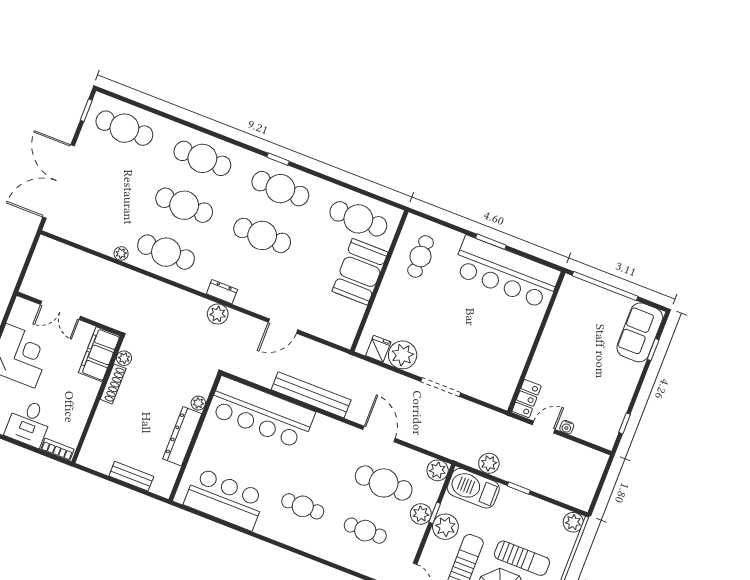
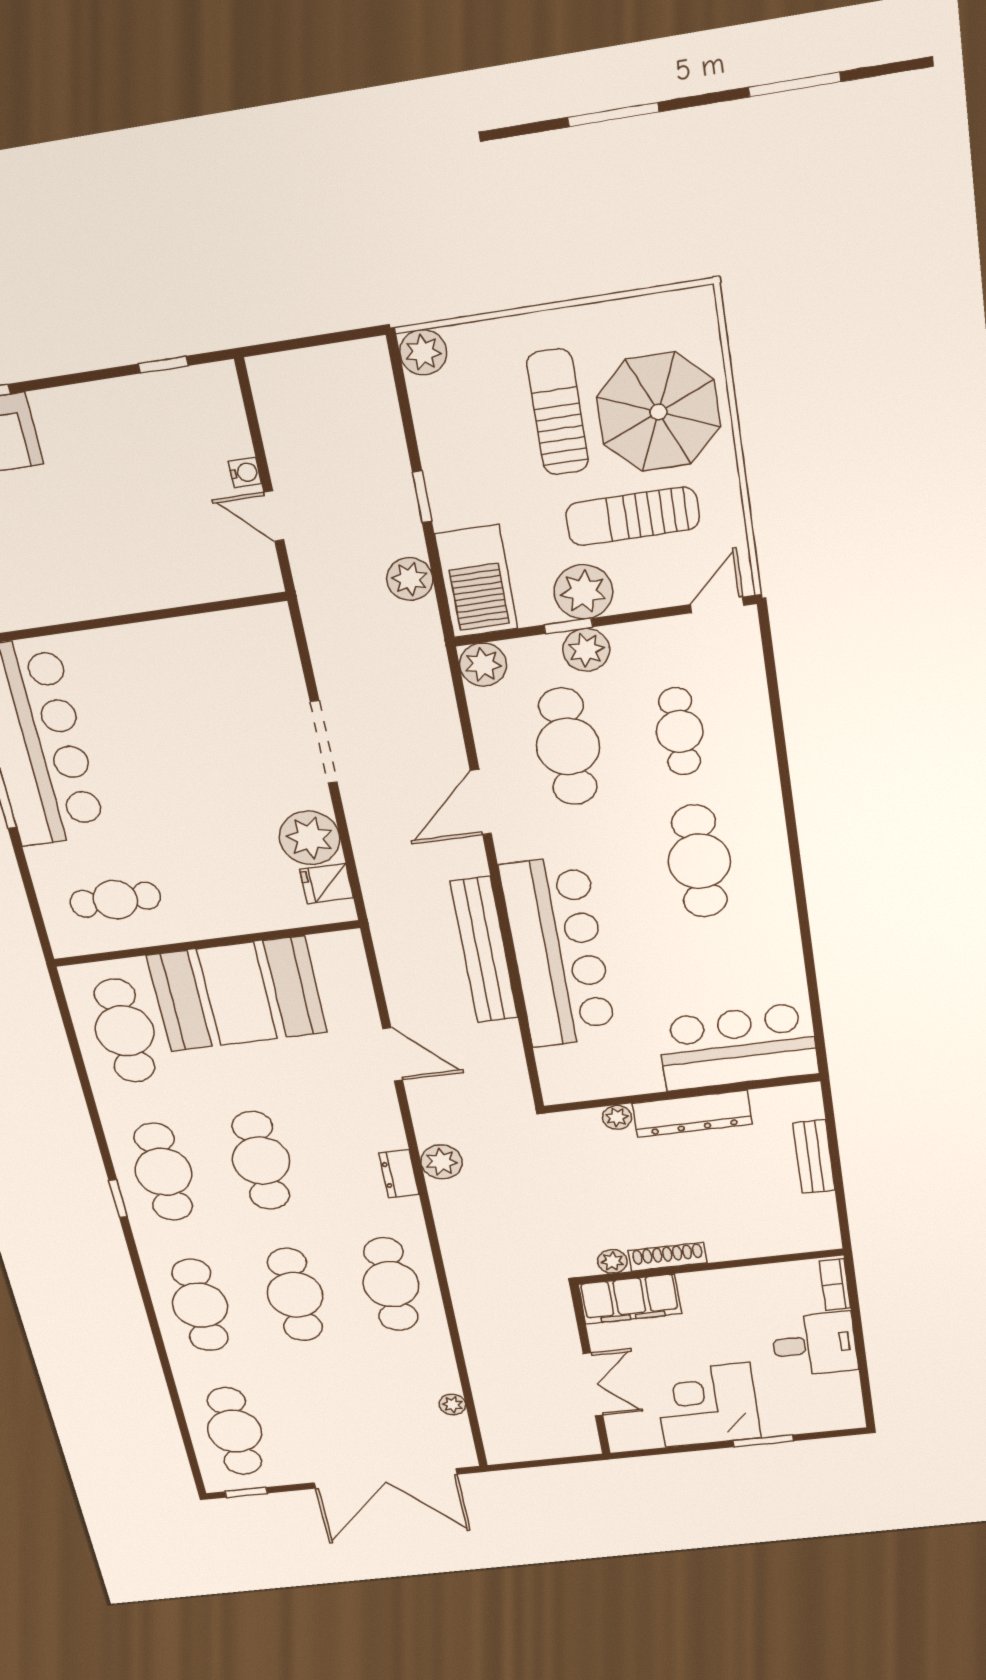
plant: (121, 253) -> (452, 1405), moved
booth: (360, 272) -> (237, 994), width x1.36, depth x1.42
locker: (527, 399) -> (241, 578), removed
bar counter: (261, 413) -> (558, 952), moved
bar counter: (225, 499) -> (738, 1047), moved, turned 90
cafe table: (303, 506) -> (699, 861), width x1.37, depth x1.35

